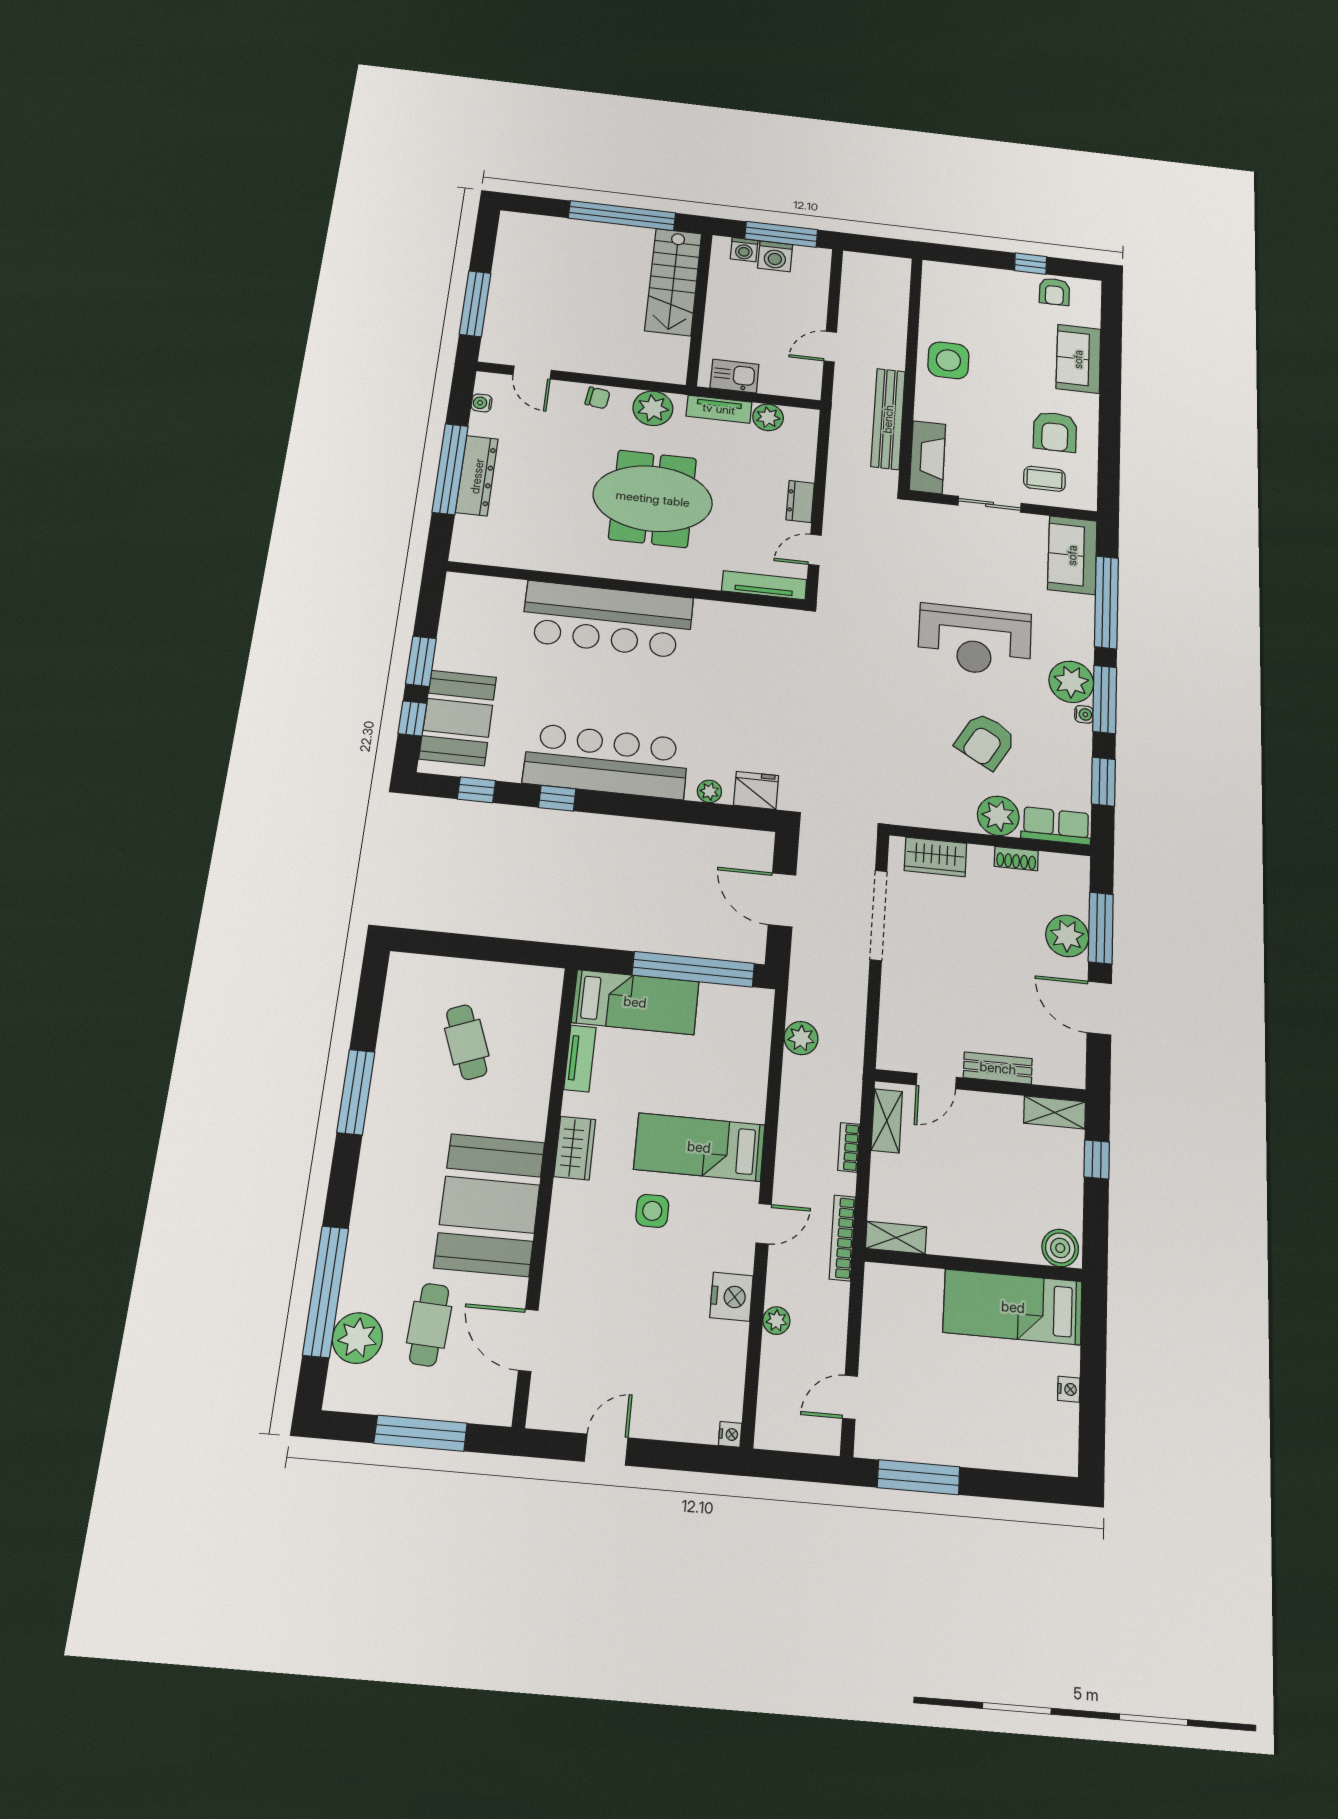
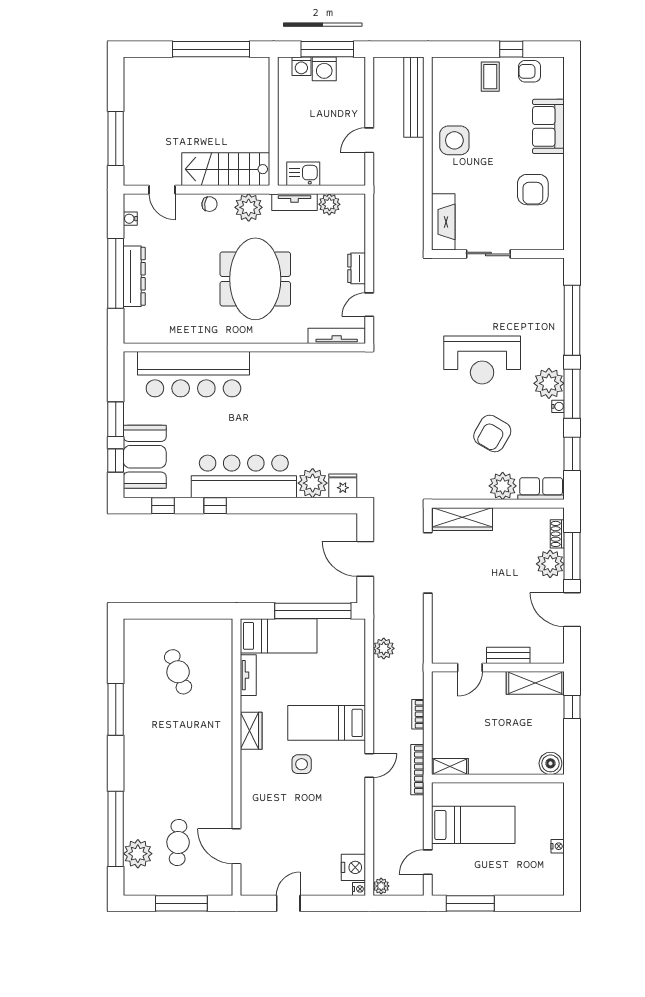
stairs: (673, 282) -> (226, 169), moved, turned 90
armchair: (1054, 292) -> (530, 71), turned 90
bench: (888, 419) -> (414, 97), moved
coffee table: (1044, 479) -> (490, 77), moved, turned 90
meeting table: (653, 499) -> (255, 279), turned 90
sofa: (1072, 555) -> (548, 287), removed
bar counter: (607, 619) -> (193, 374), moved
plant: (709, 791) -> (313, 483), width x1.88, depth x1.88
wardrobe: (935, 857) -> (463, 519), width x1.50
shoe rack: (1016, 859) -> (557, 534), moved, turned 90
shelving: (1055, 1112) -> (535, 683), width x1.50, depth x1.33
shelving: (887, 1121) -> (440, 696), removed
booth: (490, 1205) -> (204, 770), removed
nightstand: (731, 1297) -> (353, 867), moved
bed: (1013, 1307) -> (473, 825), moved, turned 180
plant: (776, 1321) -> (381, 886), moved

